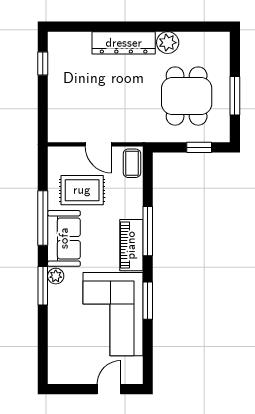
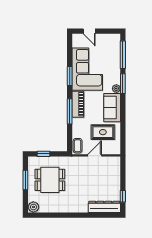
dresser: (124, 43) -> (104, 207), moved
plant: (168, 43) -> (33, 207), moved
dining table: (187, 96) -> (50, 180), turned 90
door: (98, 144) -> (95, 155), hinge flipped
window: (43, 218) -> (123, 55), moved
door: (109, 389) -> (89, 31), hinge flipped

